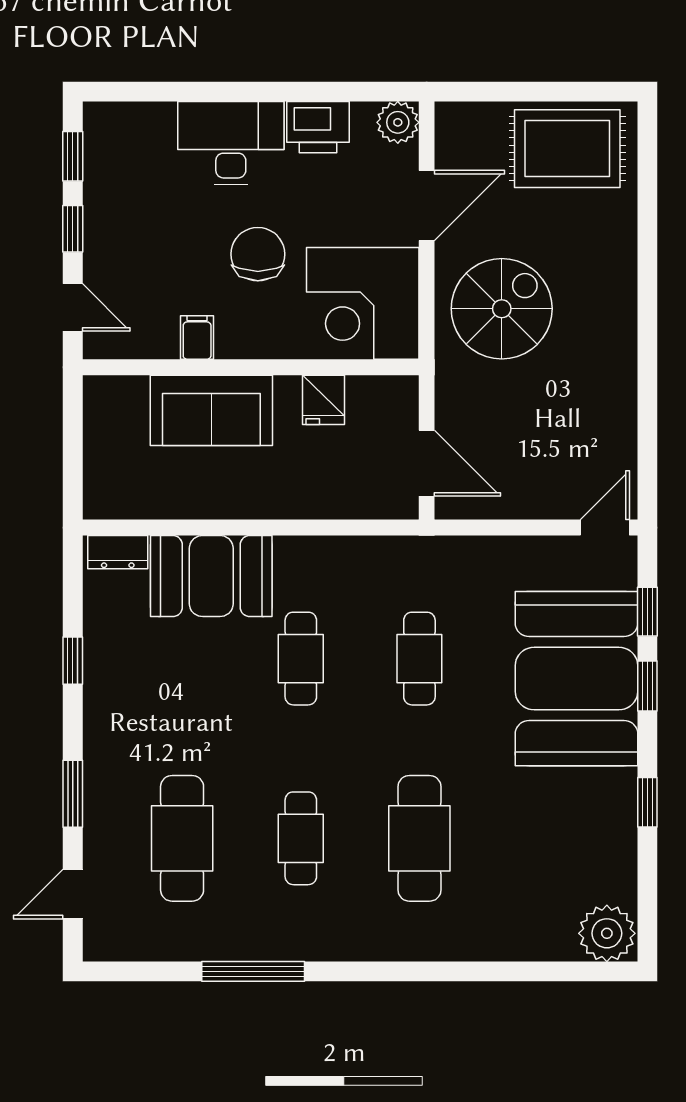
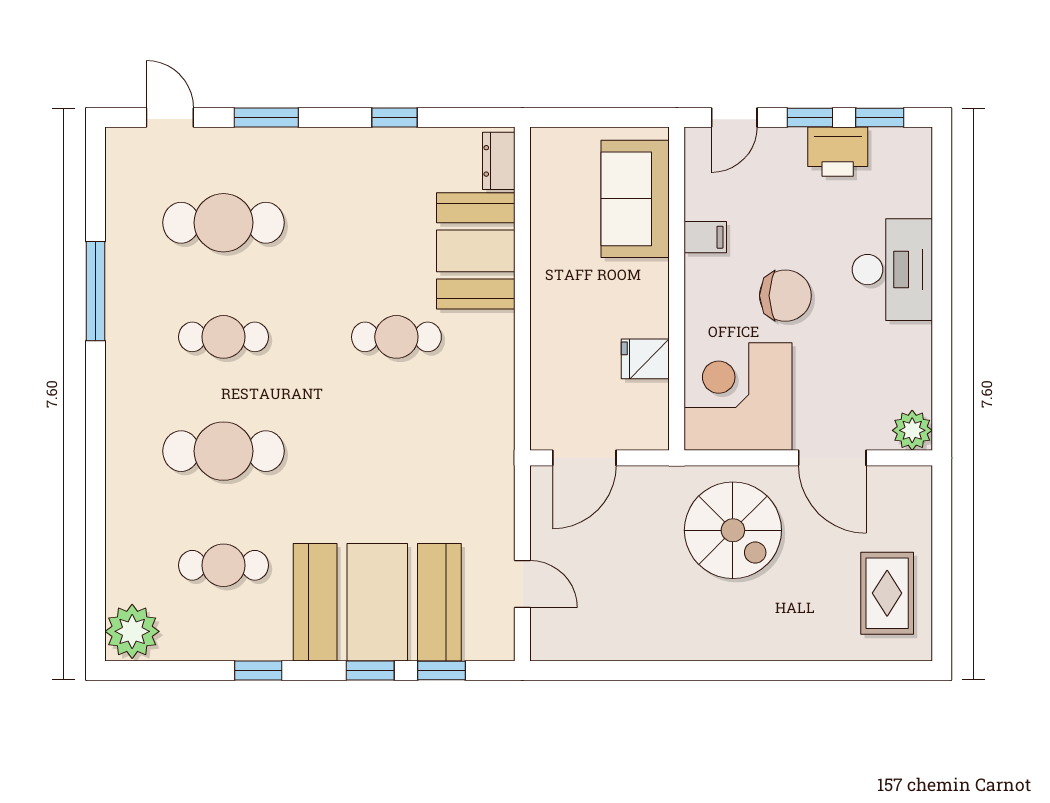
printer: (318, 127) -> (838, 152), moved, turned -90
rug: (567, 149) -> (887, 593), width x0.73, depth x0.70
sofa: (211, 410) -> (635, 199), moved
door: (605, 528) -> (522, 584), moved
cafe table: (419, 659) -> (224, 565), moved

